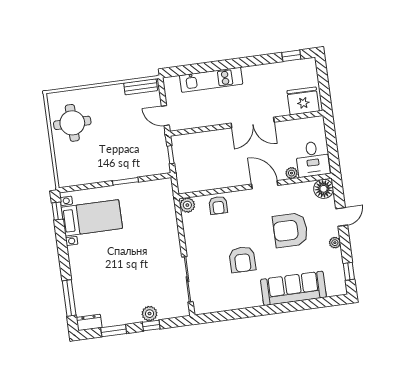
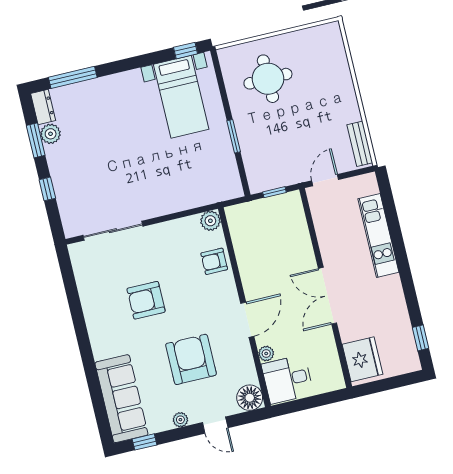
round table: (72, 123) -> (268, 79), moved
sofa: (293, 288) -> (121, 399), moved
plant: (150, 314) -> (51, 134), moved

